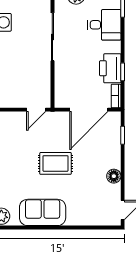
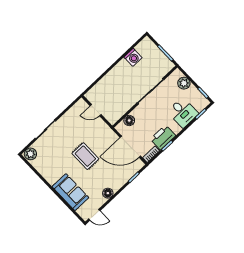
floor lamp: (62, 86) -> (129, 120), added
door: (36, 110) -> (96, 110), moved
sofa: (43, 212) -> (70, 192), moved

